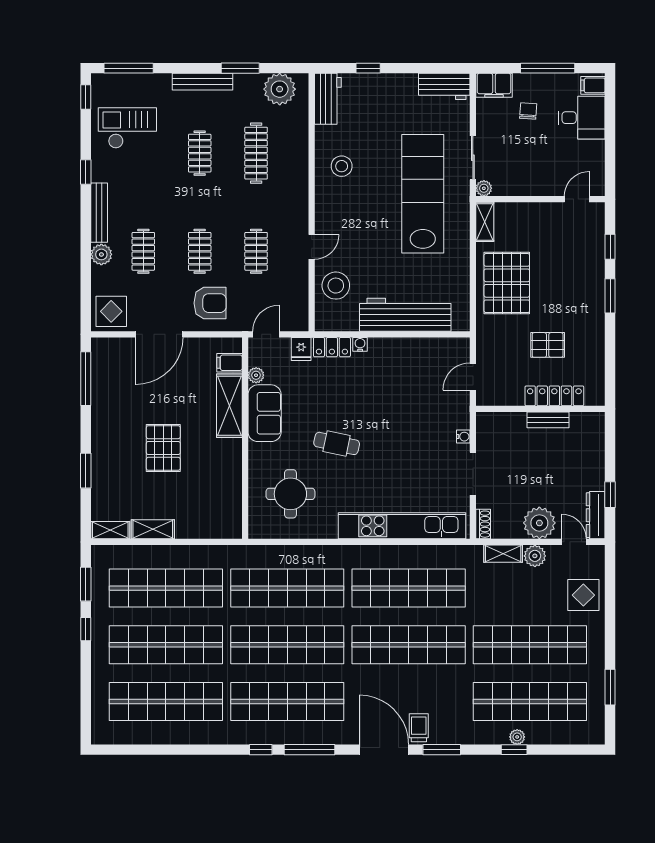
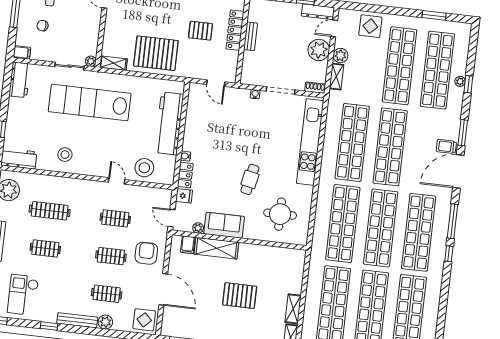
filing cabinet: (494, 85) -> (22, 52), width x0.50
pallet: (548, 345) -> (200, 31), turned 90

